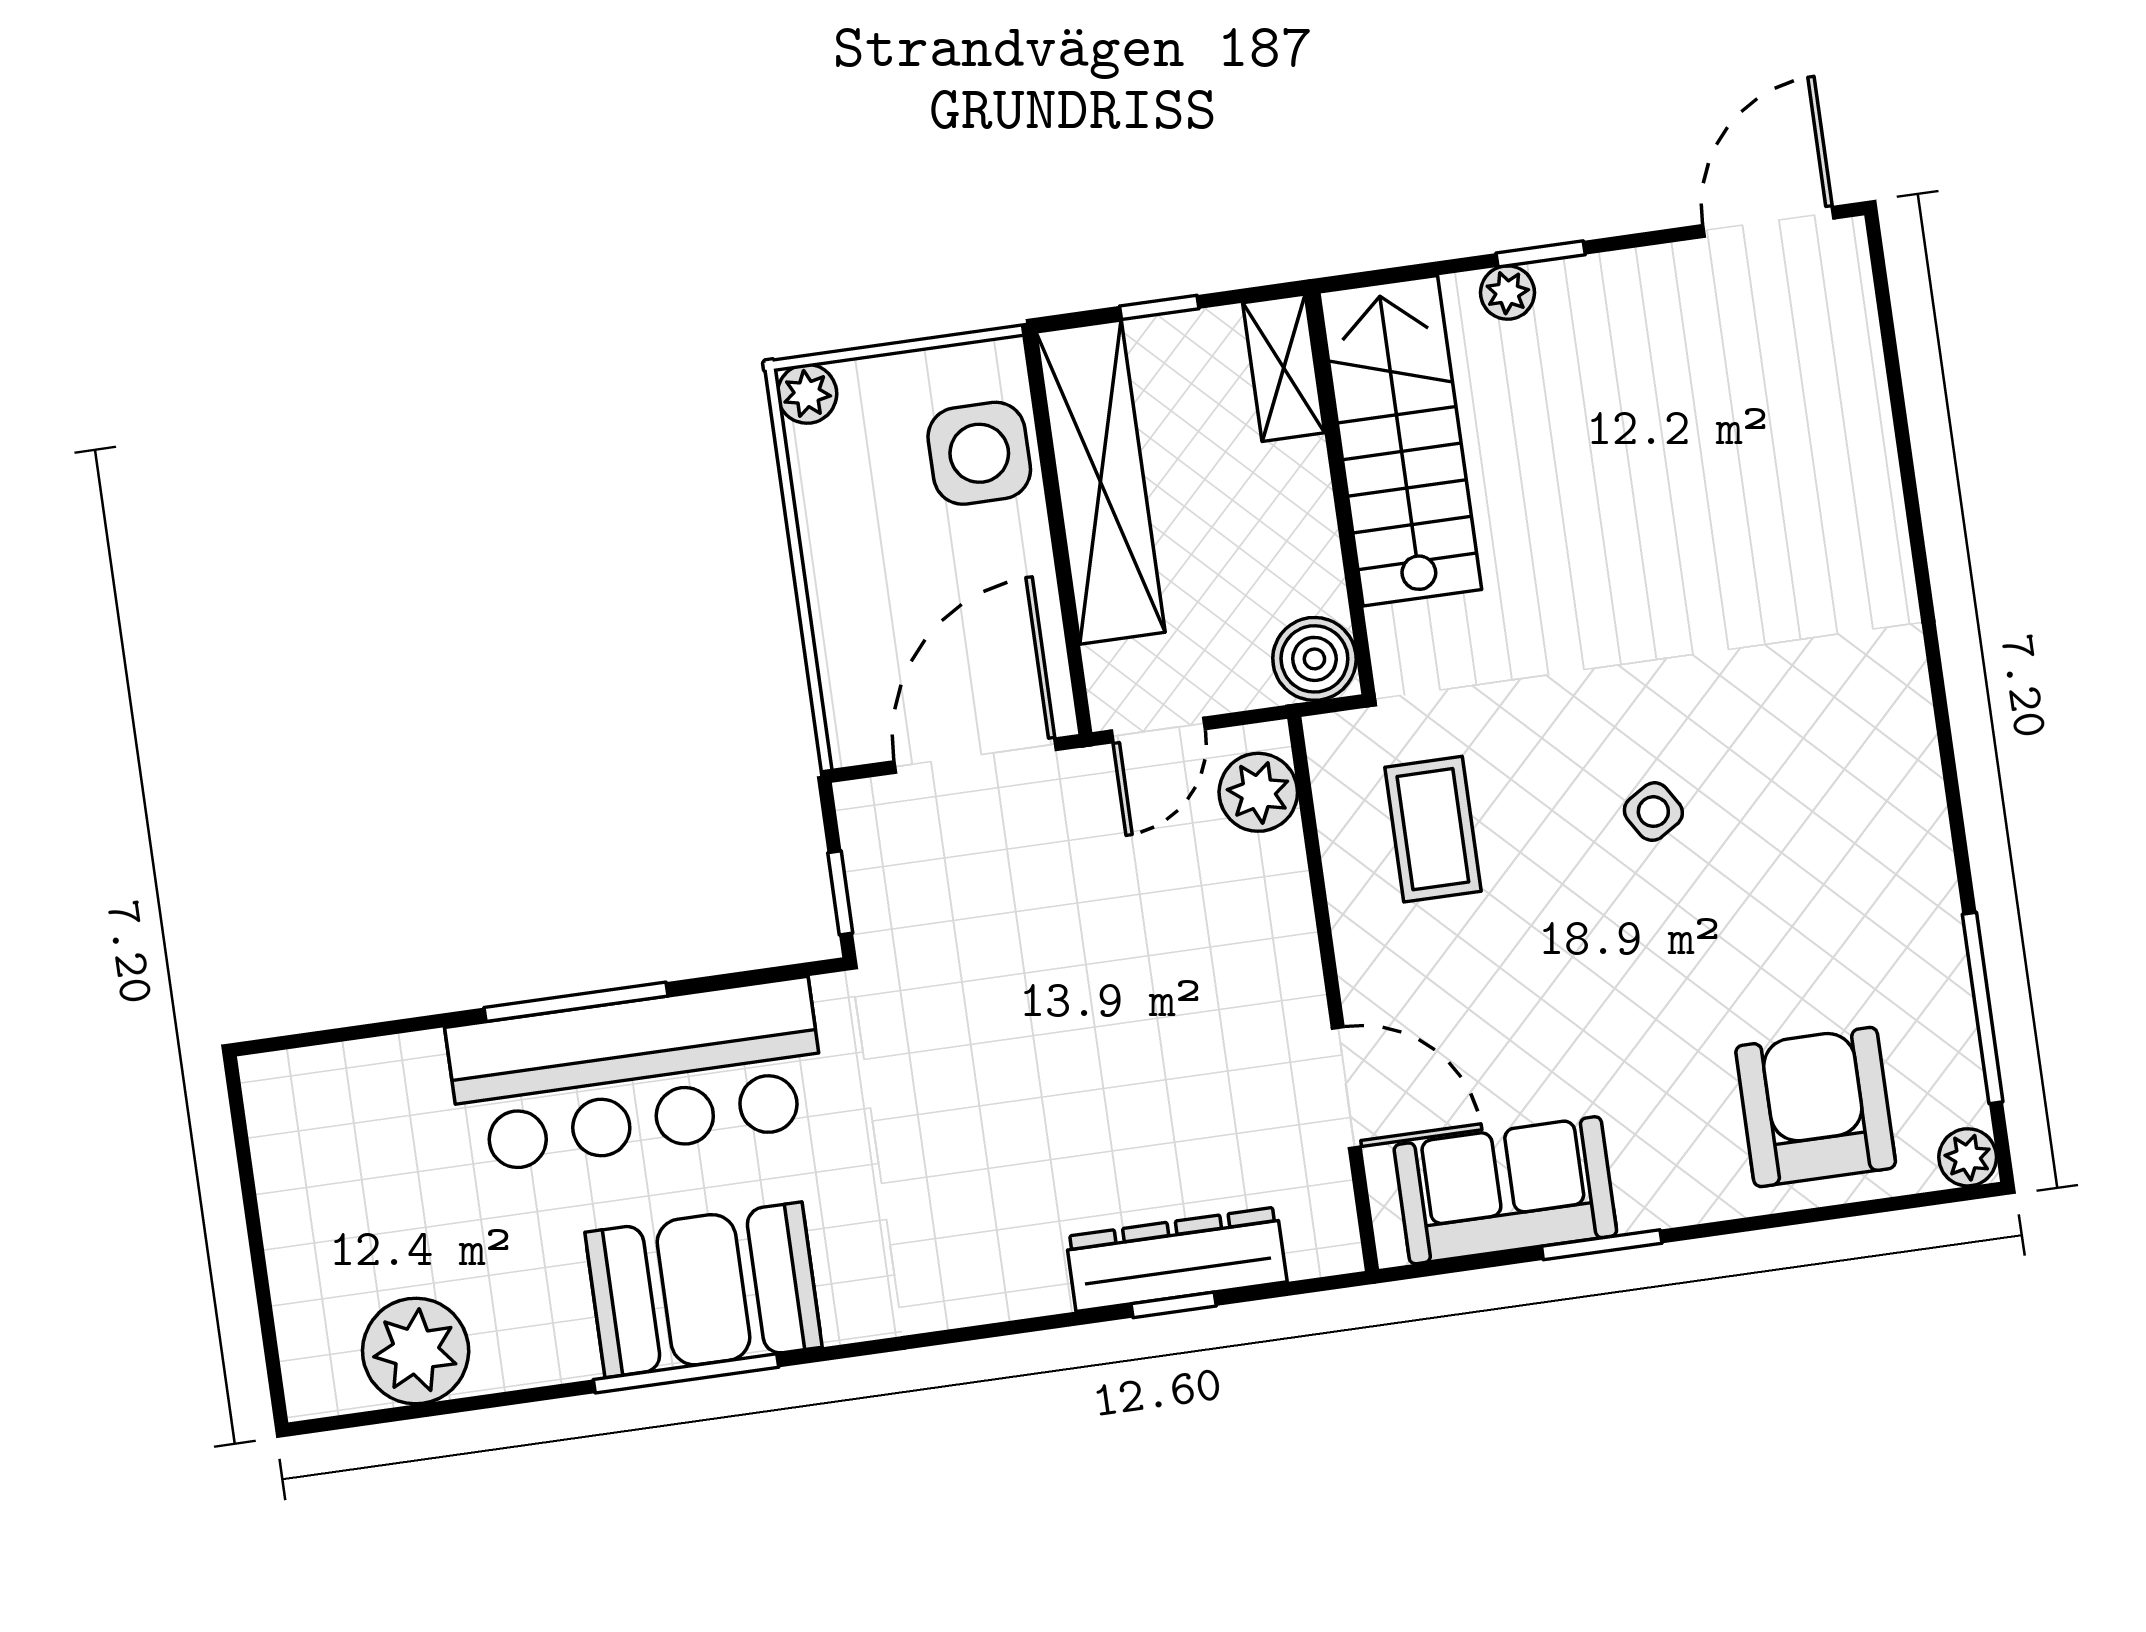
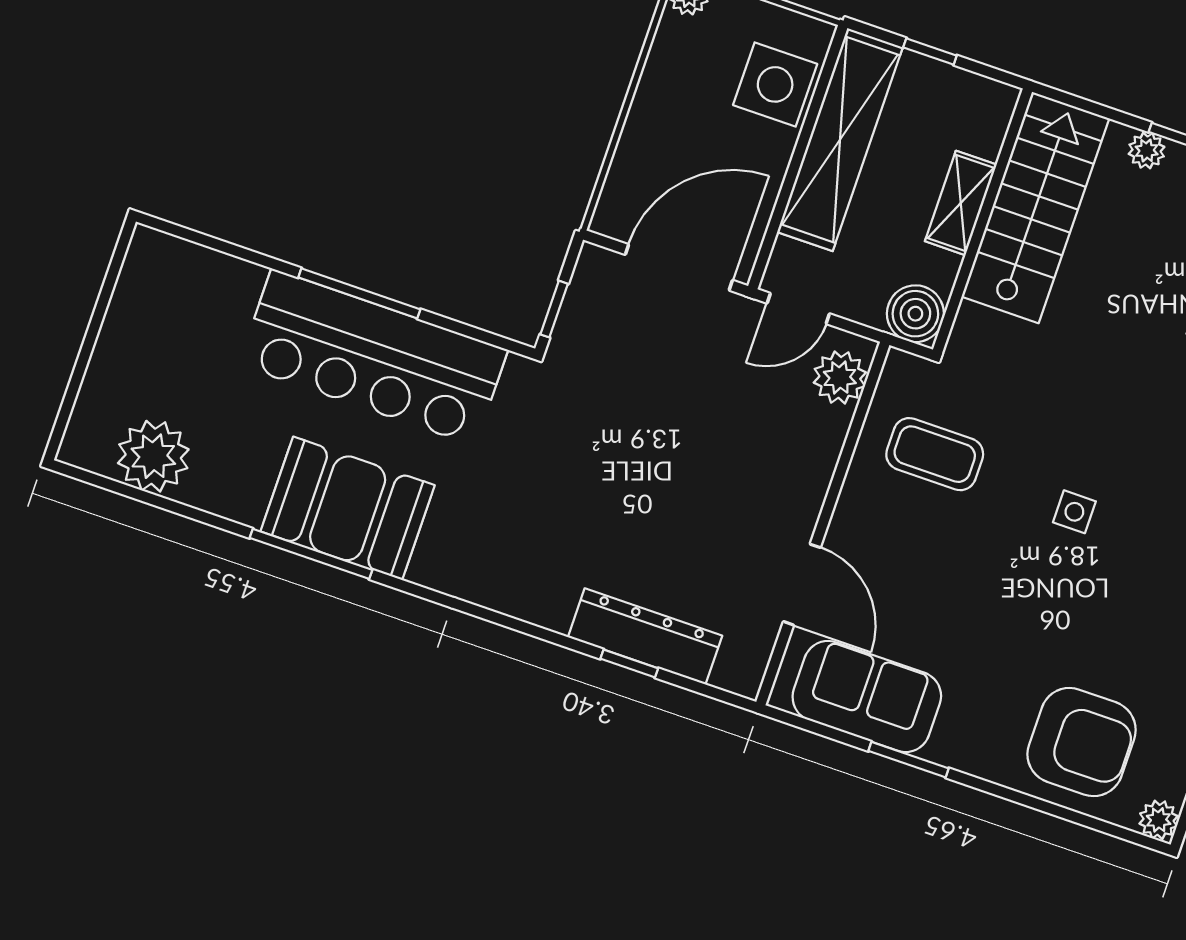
shelving: (1284, 368) -> (961, 203), moved
side table: (1653, 812) -> (1074, 512), turned 32
coffee table: (1433, 829) -> (935, 454), turned 90
armchair: (1816, 1107) -> (1082, 742), turned 90

